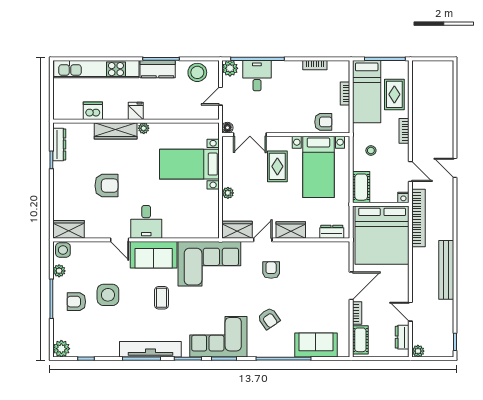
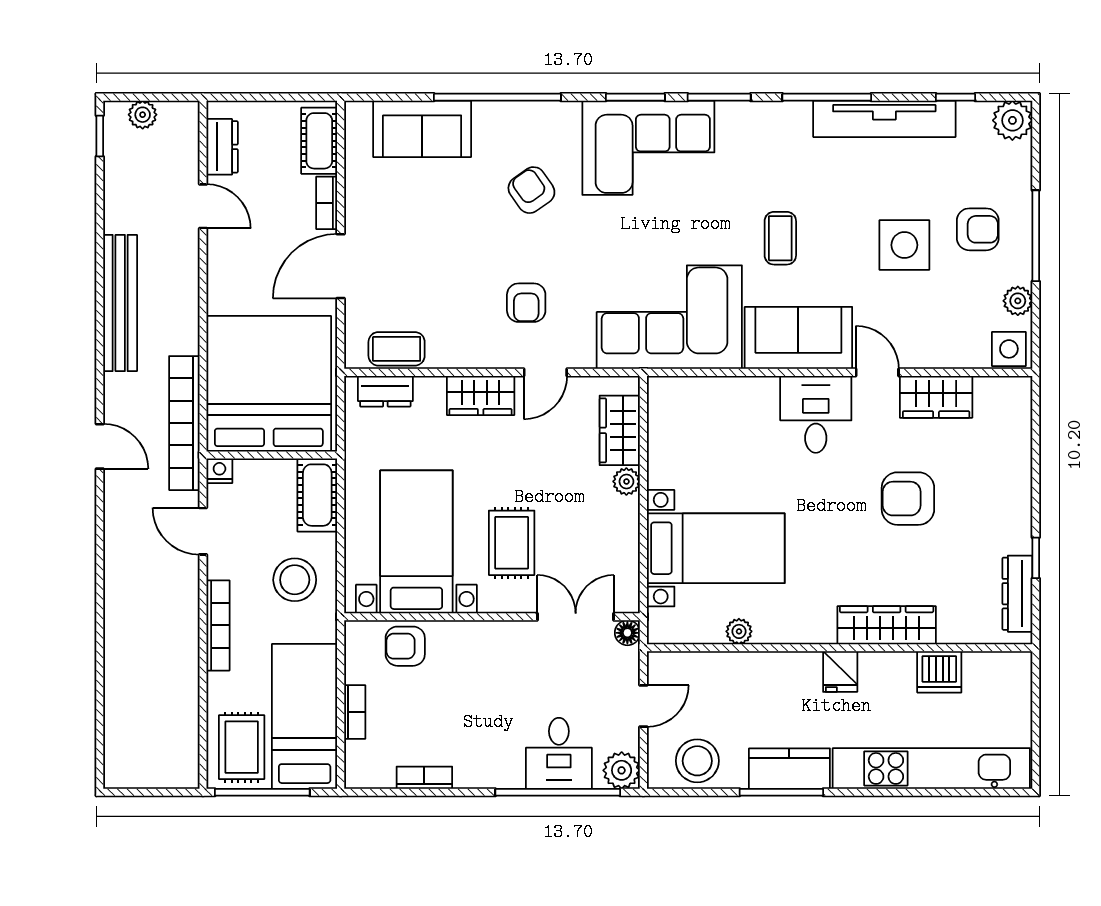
rug: (394, 94) -> (242, 747), moved
plant: (144, 128) -> (739, 631), moved
bookcase: (404, 131) -> (218, 625), width x1.56
stool: (371, 151) -> (295, 580), width x1.89, depth x1.89
door: (455, 168) -> (100, 446), moved
wardrobe: (68, 229) -> (936, 397), moved
wardrobe: (237, 230) -> (620, 430), moved, turned 90
coffee table: (327, 250) -> (397, 349), added
tv unit: (150, 349) -> (884, 119), moved
plant: (418, 351) -> (143, 115), moved

